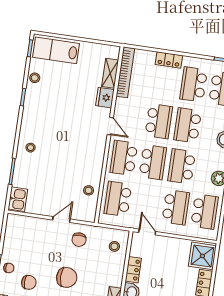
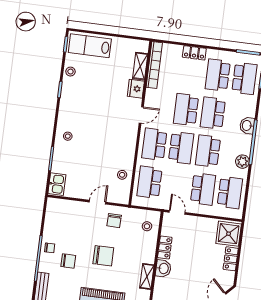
school desk: (159, 121) -> (186, 110), turned 180
door: (110, 126) -> (141, 115), hinge flipped

